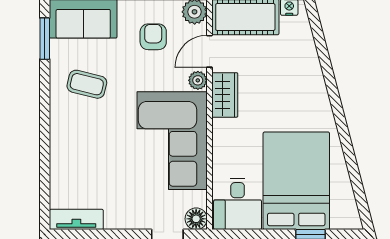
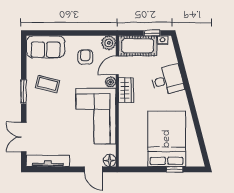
window: (45, 39) -> (24, 92), moved
double door: (45, 178) -> (24, 137), added
desk: (238, 204) -> (167, 80), moved, turned -105
tv unit: (76, 219) -> (48, 161), width x1.41

